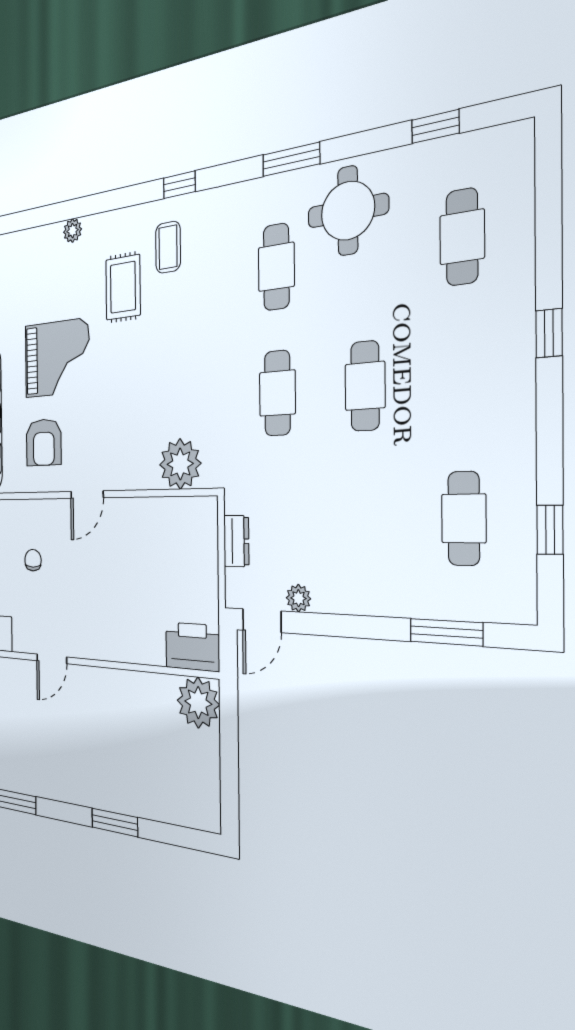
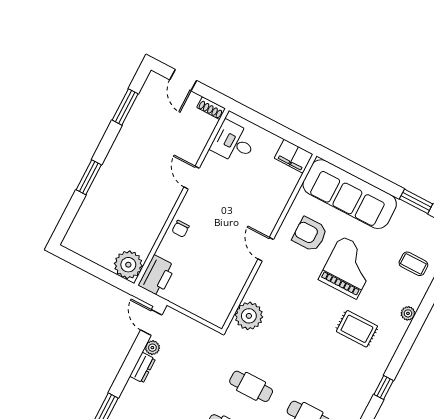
coffee table: (168, 247) -> (413, 264), moved
grand piano: (57, 358) -> (349, 267), turned 180
dresser: (236, 541) -> (143, 368), moved, turned -90
chair: (33, 560) -> (181, 229), moved, turned 90

